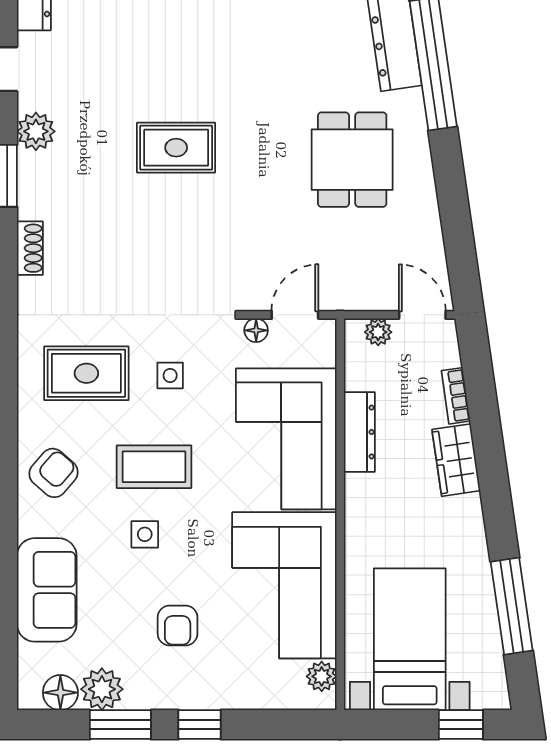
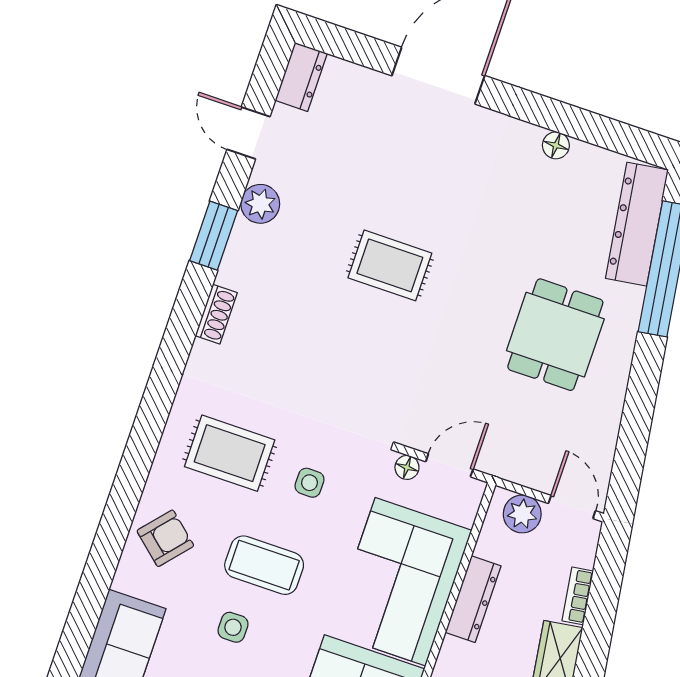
plant: (378, 332) -> (522, 514), width x1.38, depth x1.38

